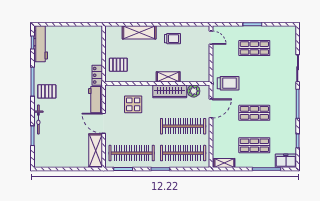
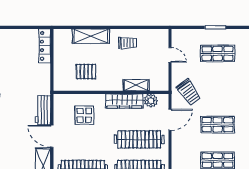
door: (211, 38) -> (170, 55), moved
pallet: (118, 65) -> (86, 72), moved
locker: (97, 75) -> (45, 46), moved, width x1.53
shelving: (168, 77) -> (136, 85), moved
trolley: (228, 83) -> (189, 92), turned 54

